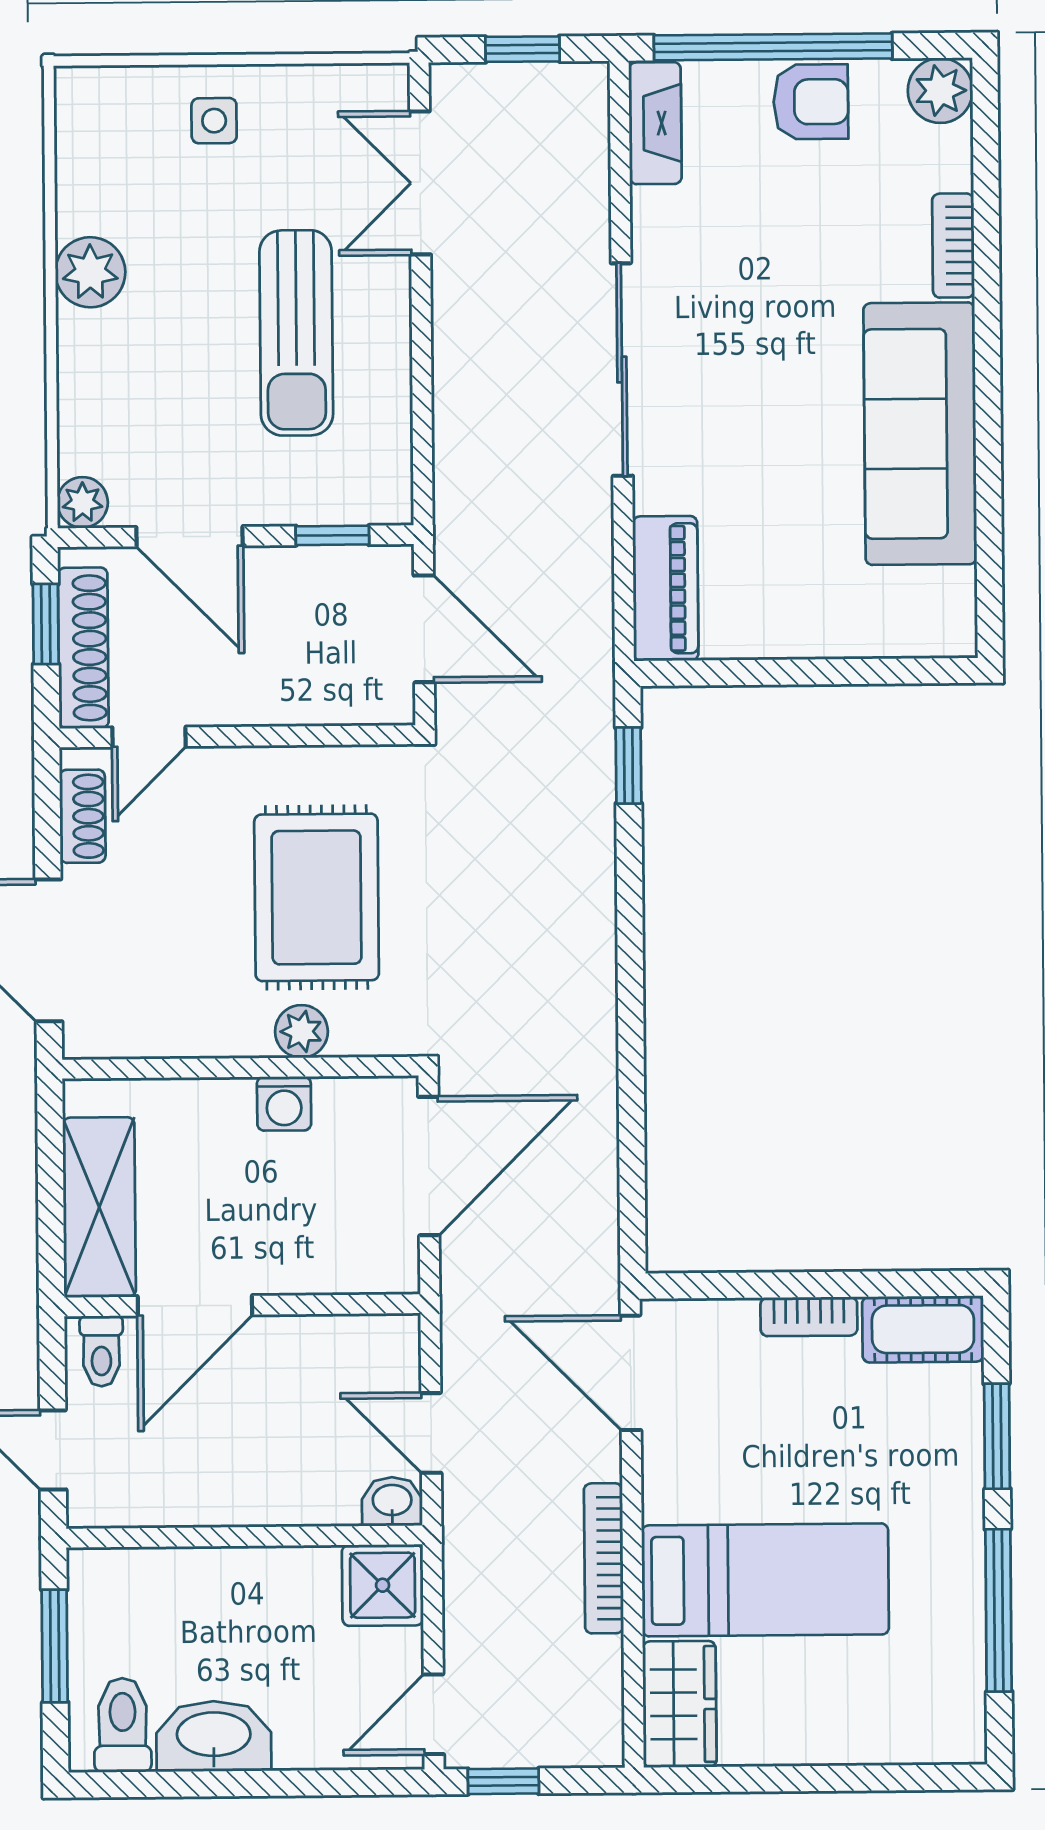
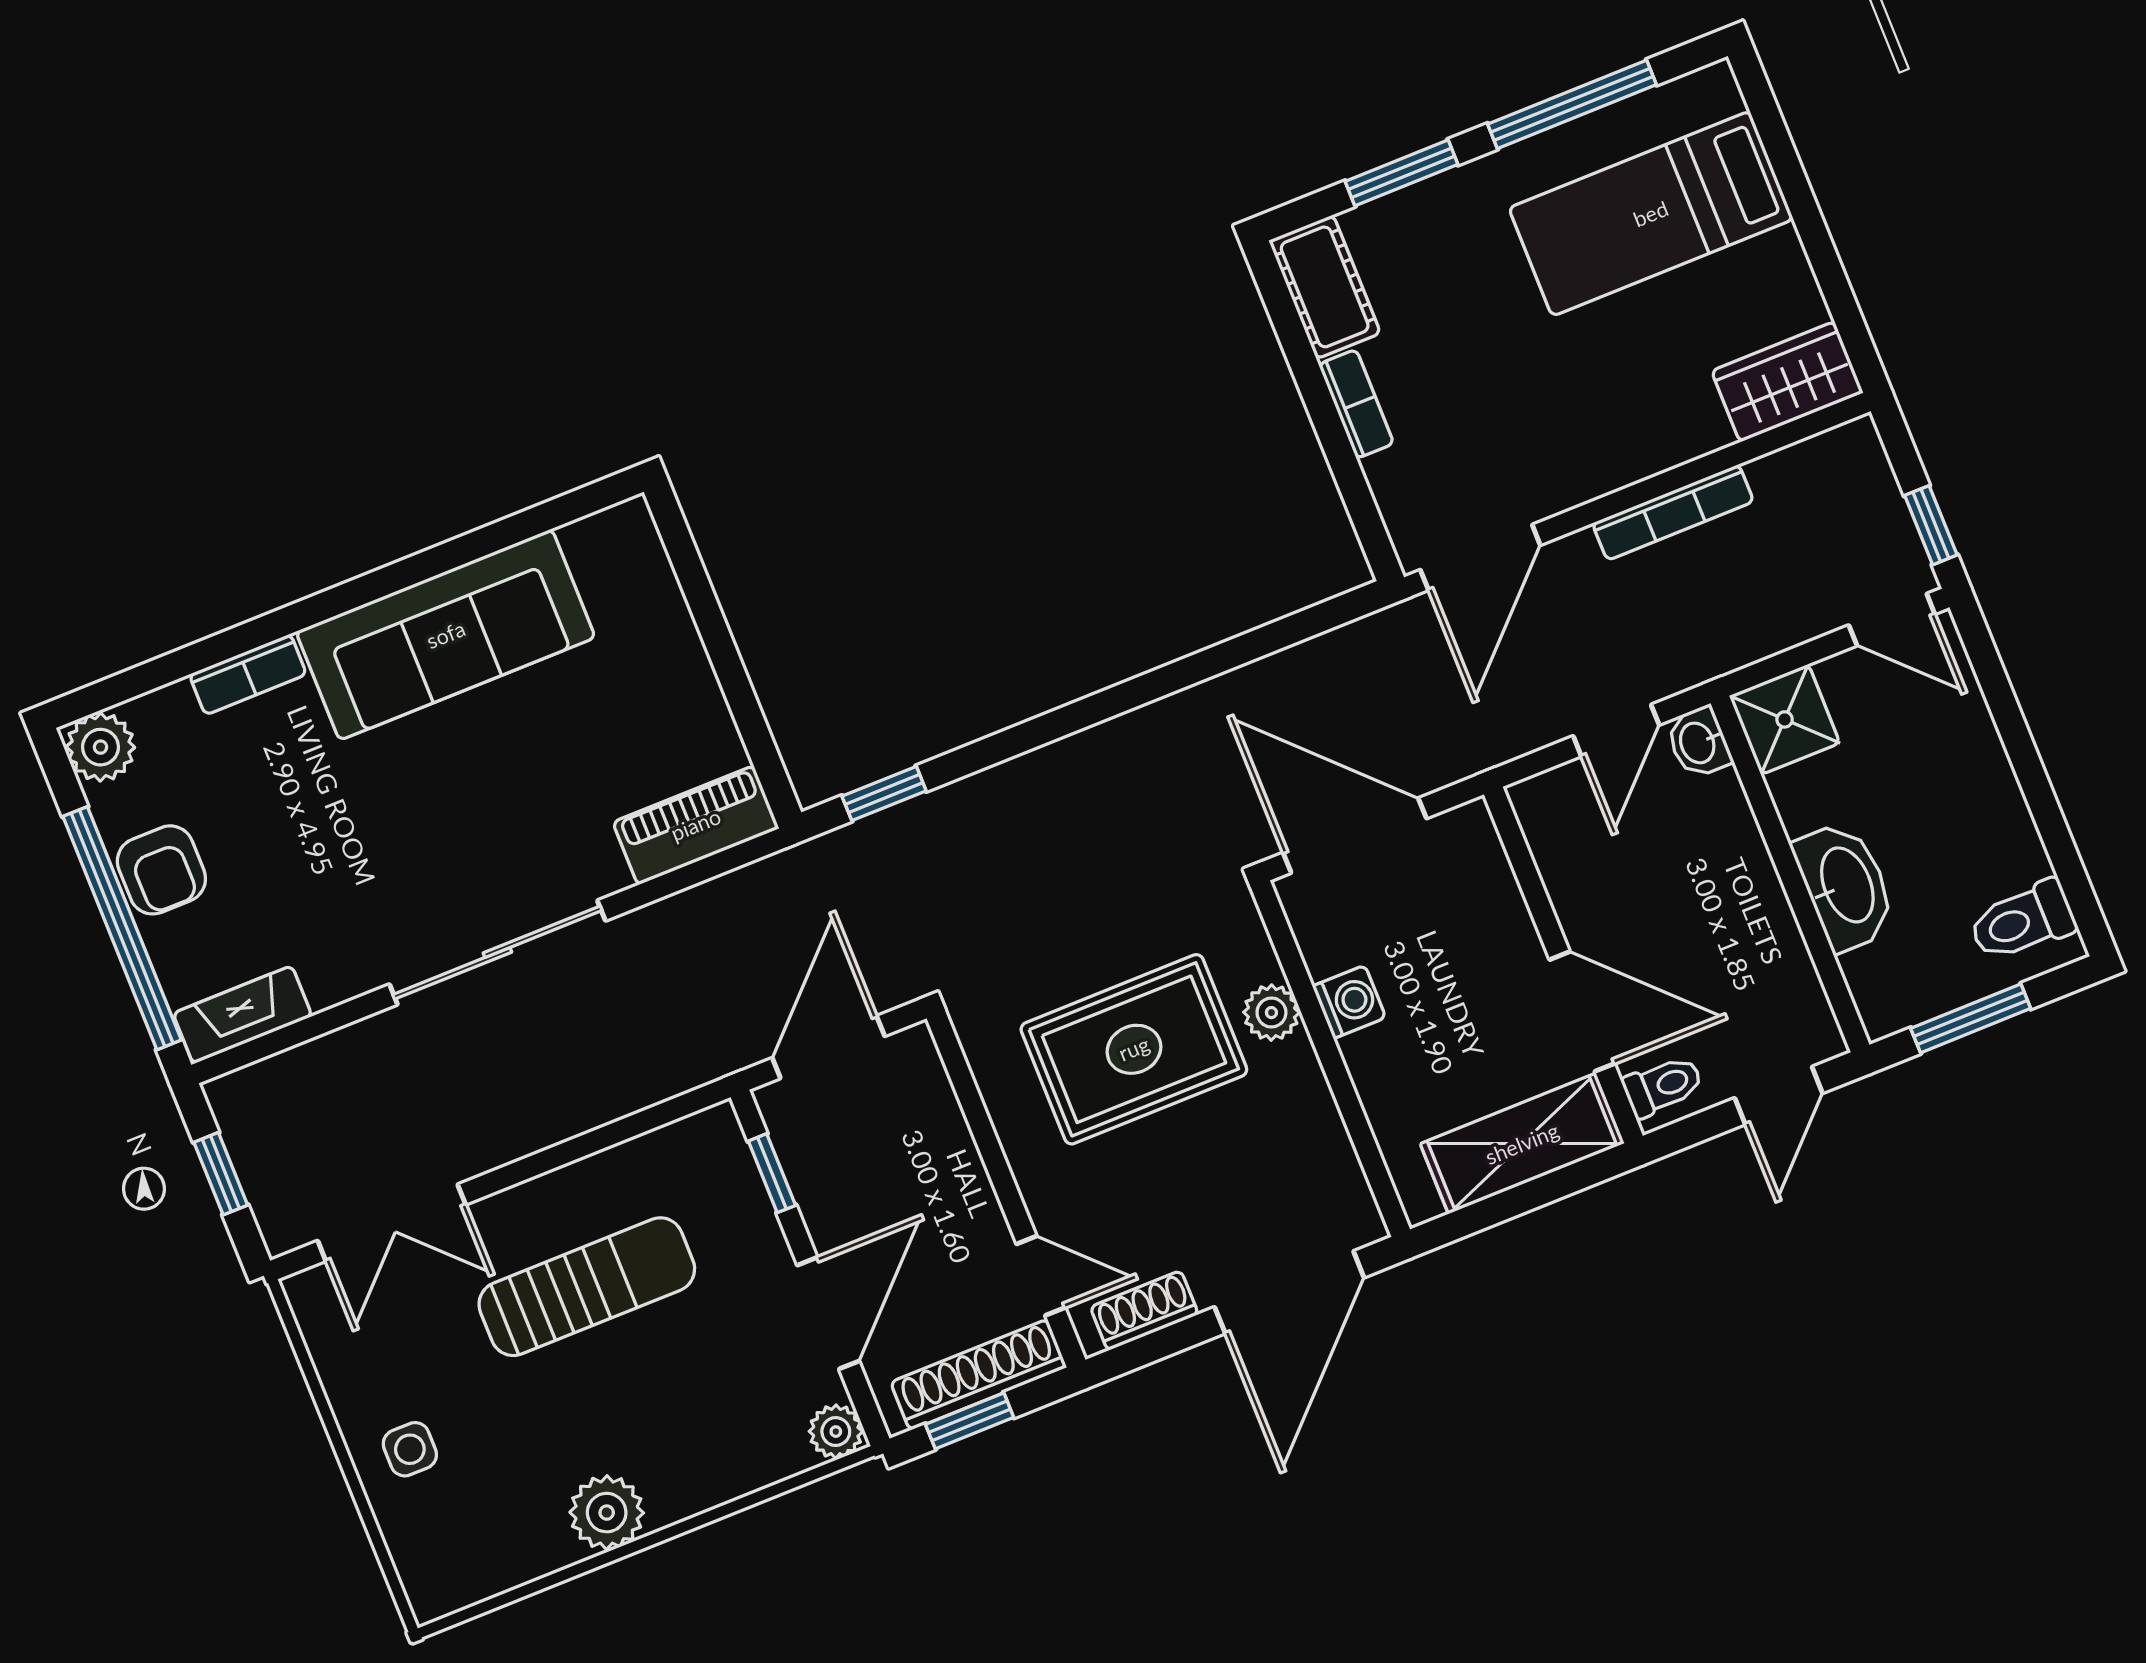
armchair: (811, 102) -> (161, 870), turned 180
bed: (765, 1580) -> (1651, 214), moved, turned -90
washbasin: (214, 1736) -> (1845, 886), moved, turned 180

